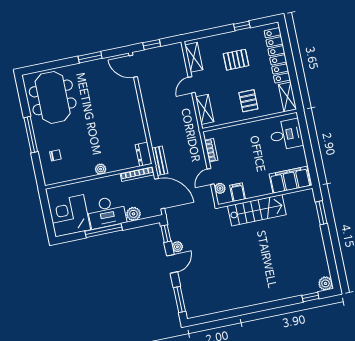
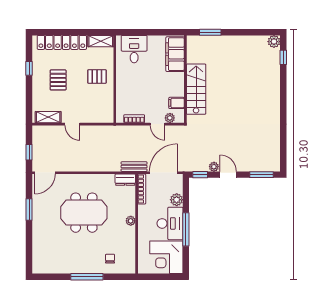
meeting table: (53, 97) -> (84, 213), moved
shelving: (205, 109) -> (97, 117), removed

